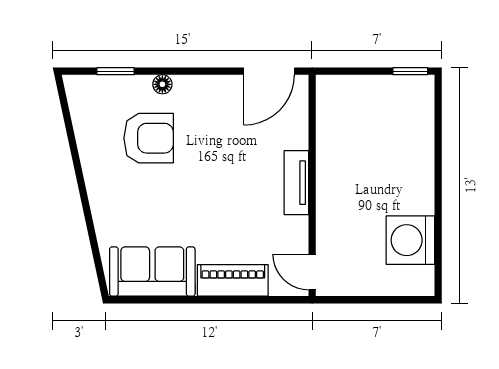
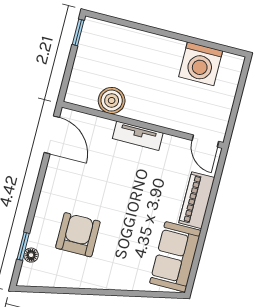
floor lamp: (162, 84) -> (31, 255), moved
boiler: (333, 137) -> (112, 101), added
door: (312, 272) -> (205, 141), hinge flipped

